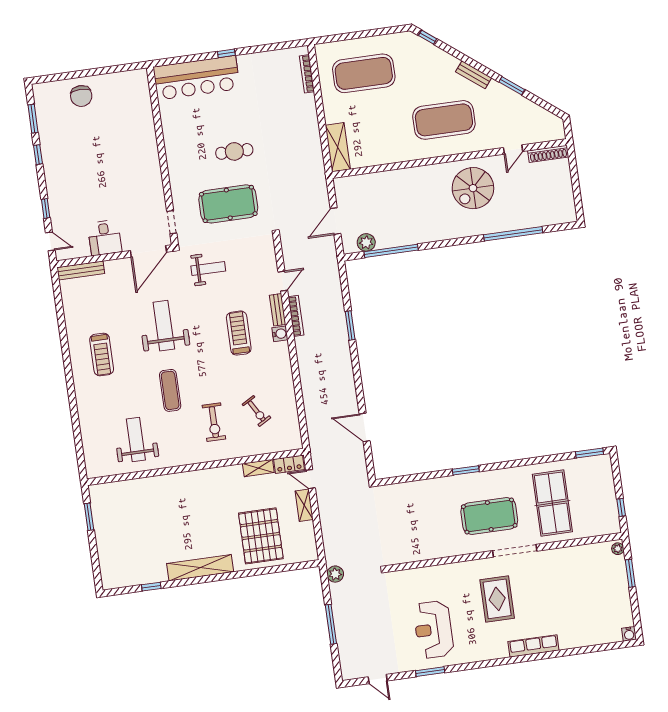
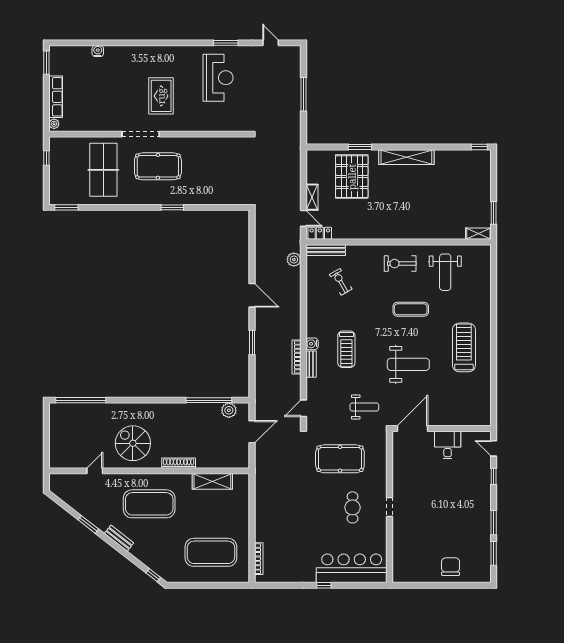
shelving: (338, 147) -> (212, 481), moved, turned 90
cafe table: (234, 151) -> (353, 507), moved, turned 90
shoe rack: (548, 154) -> (179, 463), moved
window: (38, 155) -> (494, 523), width x1.50
spiral stairs: (473, 188) -> (133, 443), turned -90
doorway: (172, 222) -> (390, 507), moved
window: (513, 234) -> (81, 400), moved
weight bench: (208, 268) -> (364, 407), turned 180
bench: (81, 270) -> (326, 250), moved
door: (283, 281) -> (303, 408), moved
weight bench: (164, 326) -> (408, 364), turned -90
treadmill: (102, 354) -> (464, 347), width x1.37, depth x1.38
exercise mat: (170, 390) -> (411, 309), turned 90
exercise bike: (214, 422) -> (400, 264), moved, turned -90
door: (365, 427) -> (252, 295), moved
shelving: (258, 468) -> (478, 234), moved
window: (256, 572) -> (360, 147), added
window: (630, 573) -> (46, 63), moved
plant: (335, 574) -> (294, 260), moved
window: (151, 587) -> (479, 147), moved
water cooler: (629, 634) -> (98, 51), moved
row of seats: (533, 646) -> (56, 97), moved, turned -90

